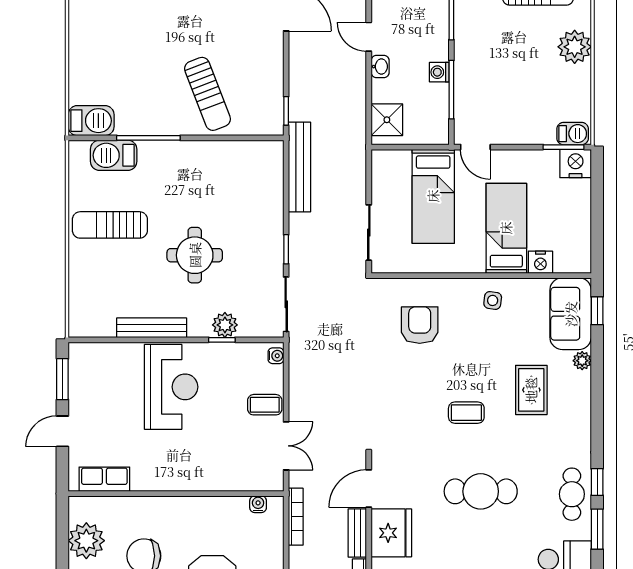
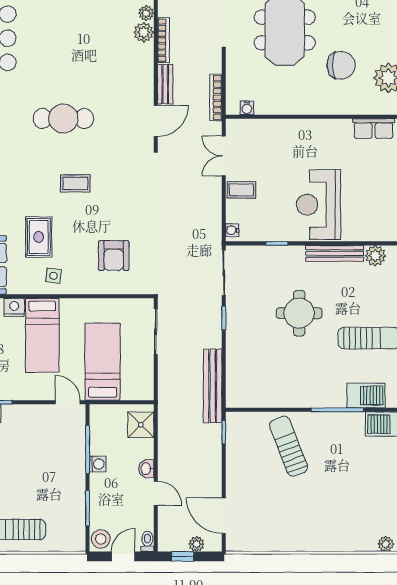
plant: (225, 325) -> (375, 256), moved
rug: (531, 390) -> (39, 237), moved
fridge: (391, 533) -> (137, 84), removed

